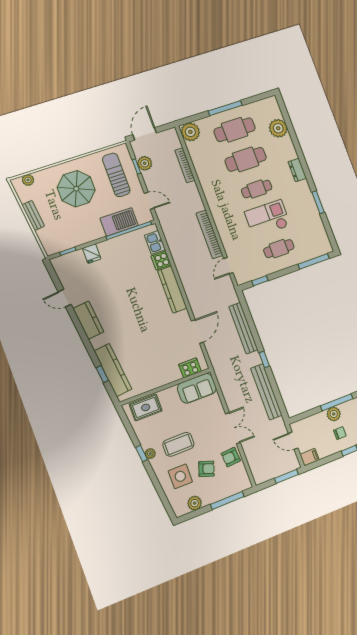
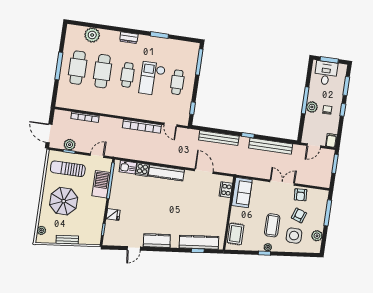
plant: (190, 132) -> (63, 100), removed

